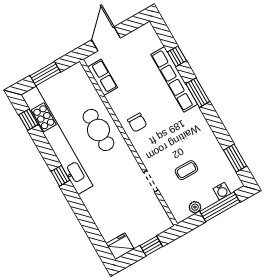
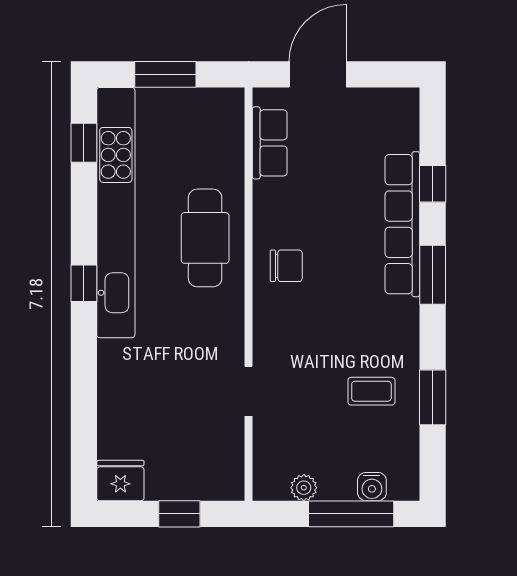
chair: (137, 123) -> (286, 266), turned -90
window: (235, 158) -> (433, 397), moved
coffee table: (186, 170) -> (371, 391), moved

